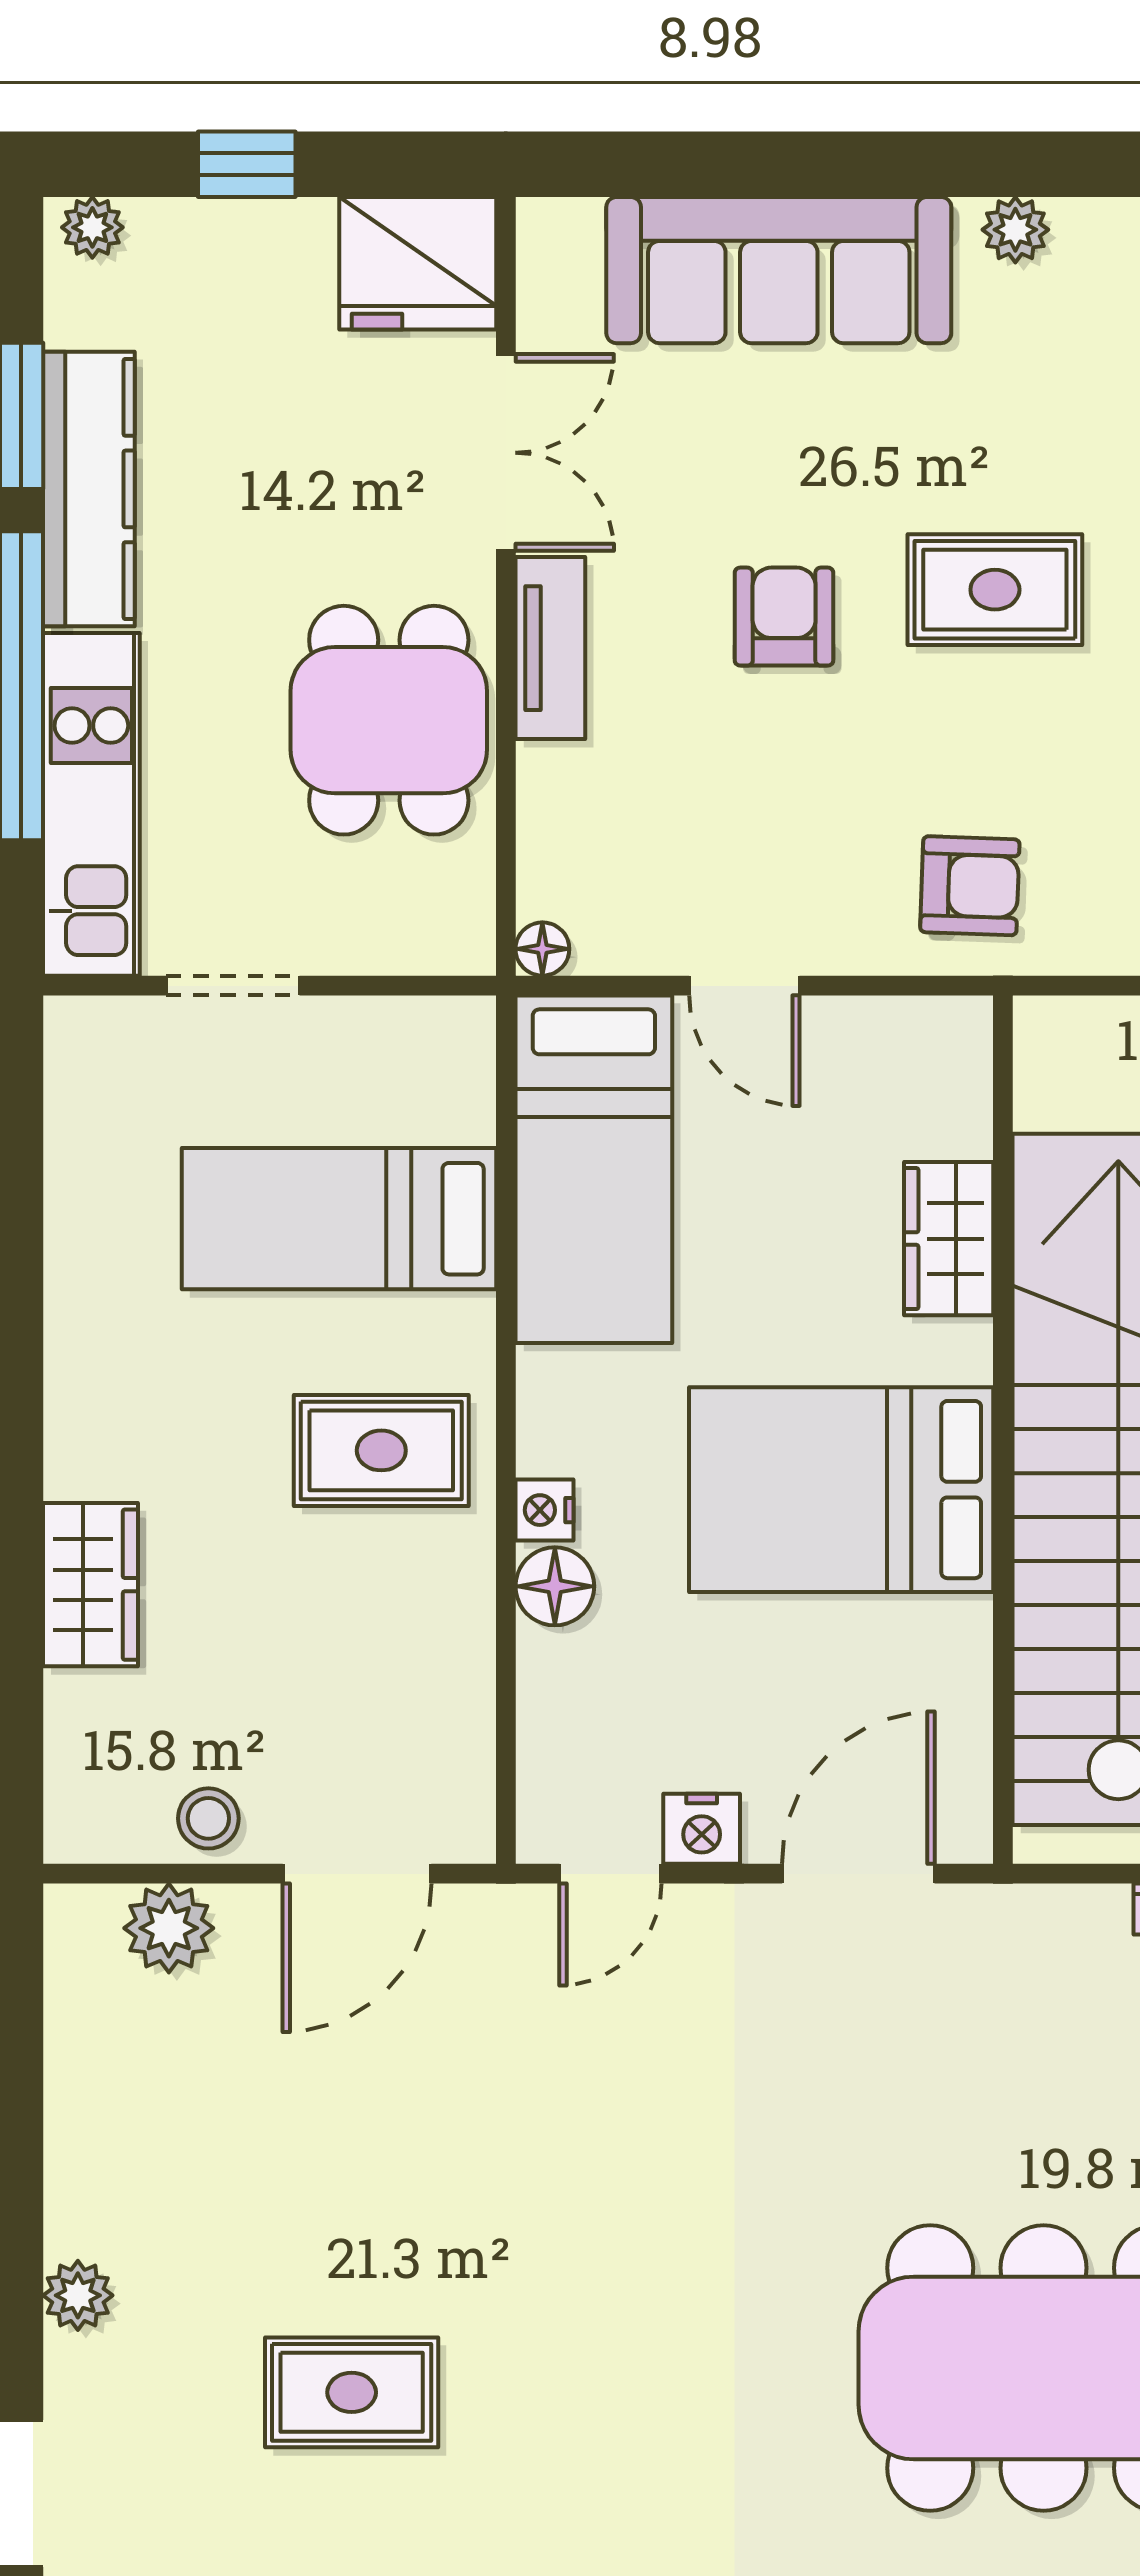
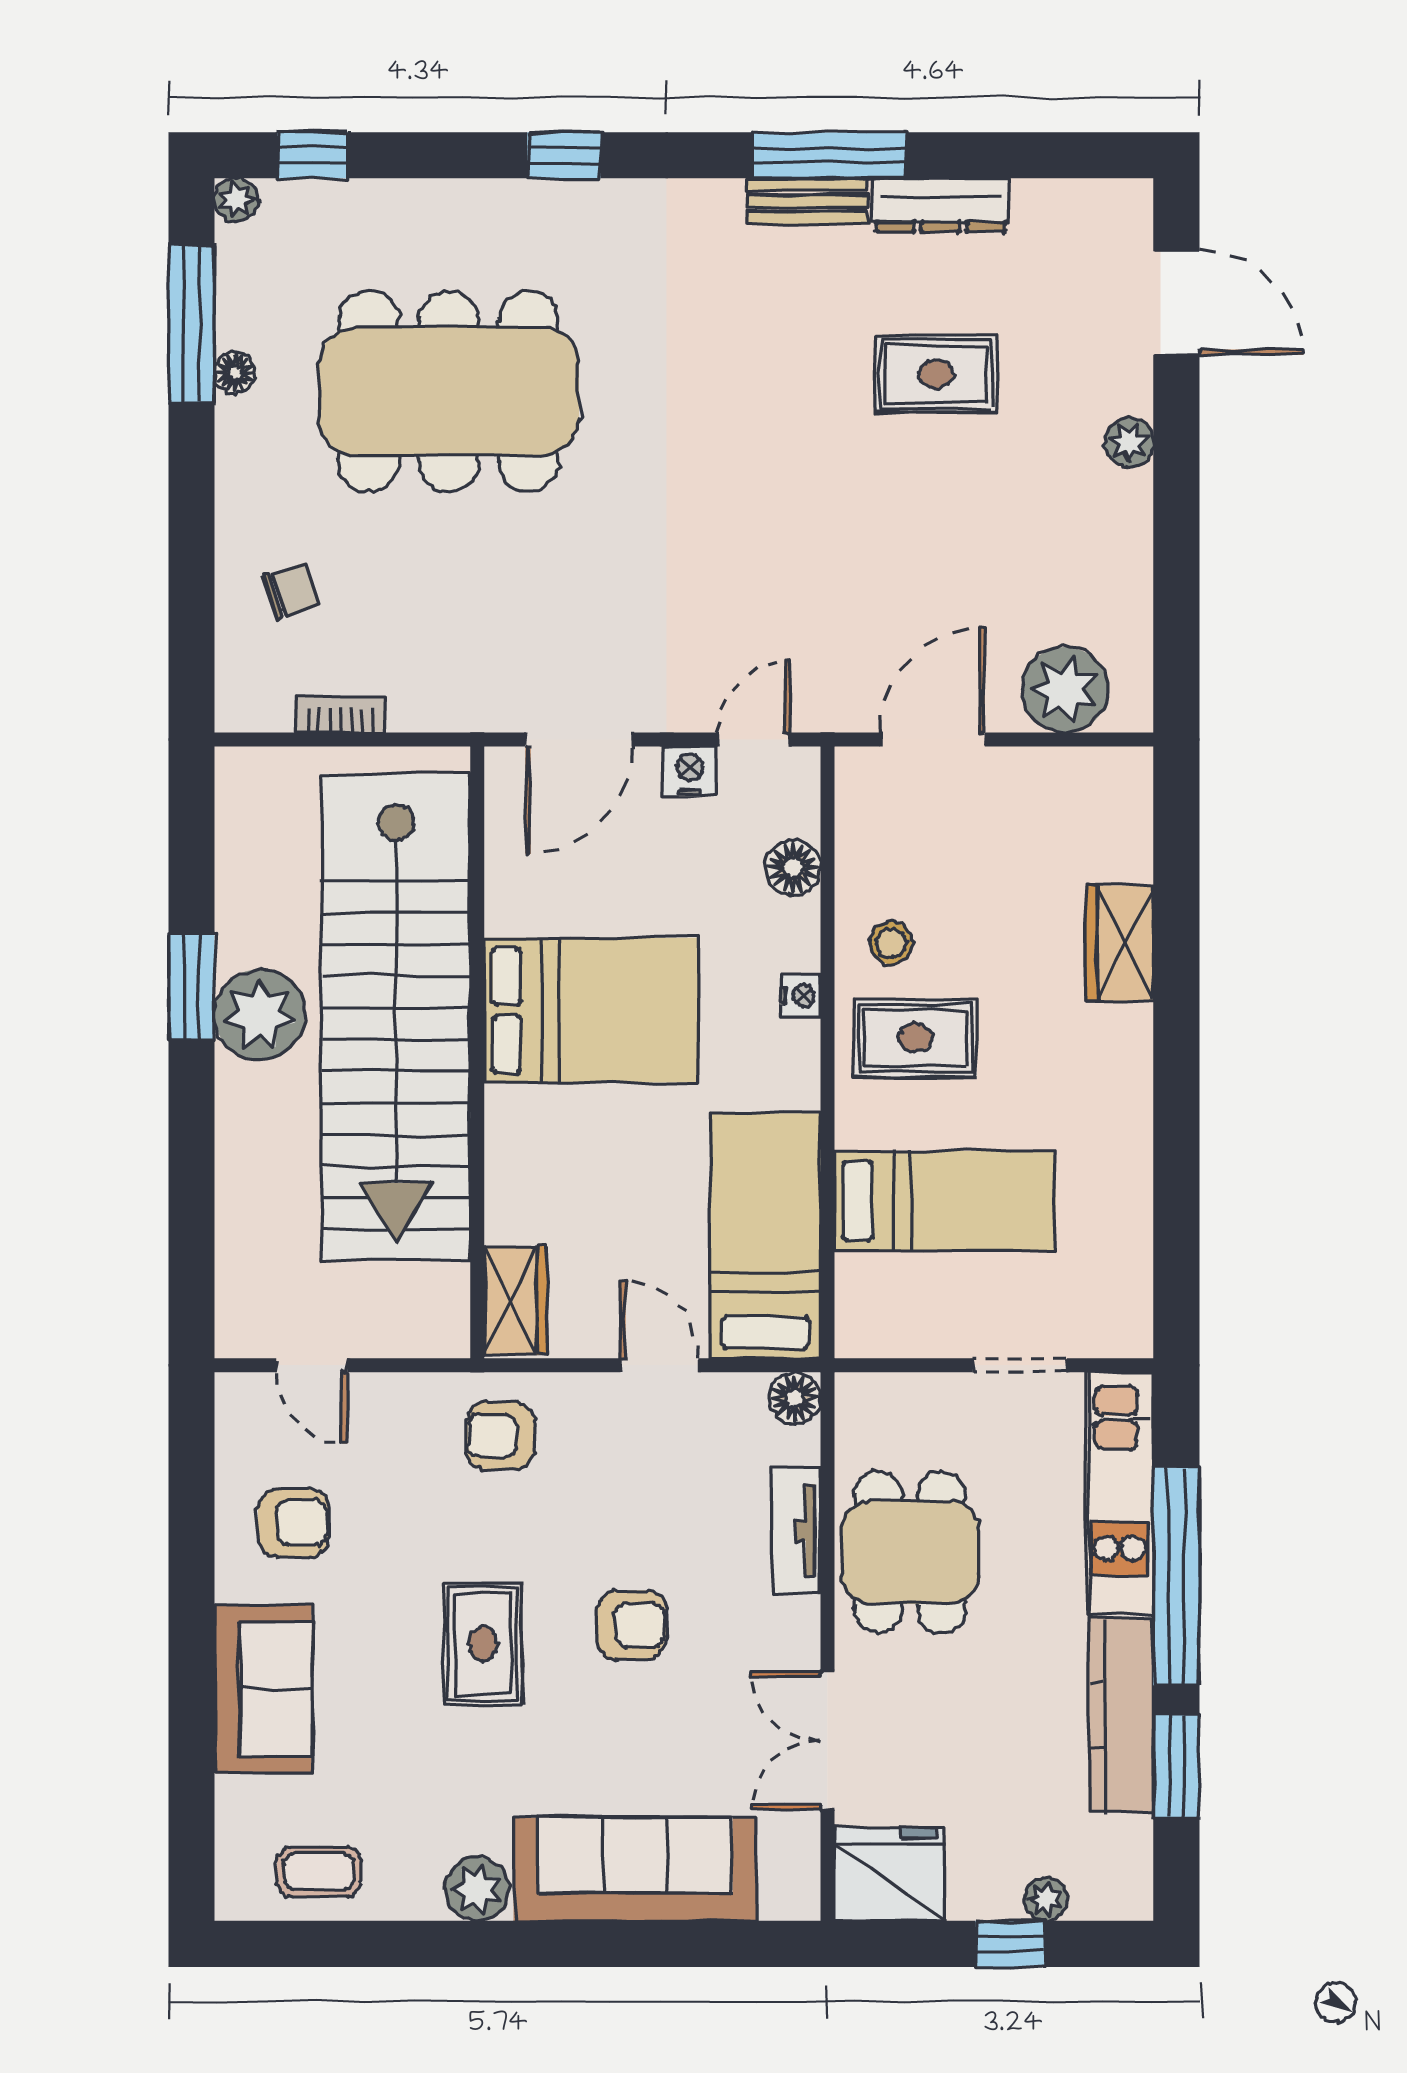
plant: (92, 227) -> (1046, 1899), moved
plant: (1015, 230) -> (477, 1889), width x1.38, depth x1.38
rug: (995, 590) -> (483, 1644), turned 90
armchair: (784, 617) -> (632, 1625), turned -90
tv unit: (550, 648) -> (796, 1530), moved
floor lamp: (542, 949) -> (795, 1398), width x1.37, depth x1.37
wardrobe: (949, 1239) -> (516, 1300), moved
floor lamp: (555, 1586) -> (793, 868), moved
stool: (208, 1818) -> (891, 943), moved
plant: (169, 1928) -> (1065, 690), width x1.36, depth x1.36

